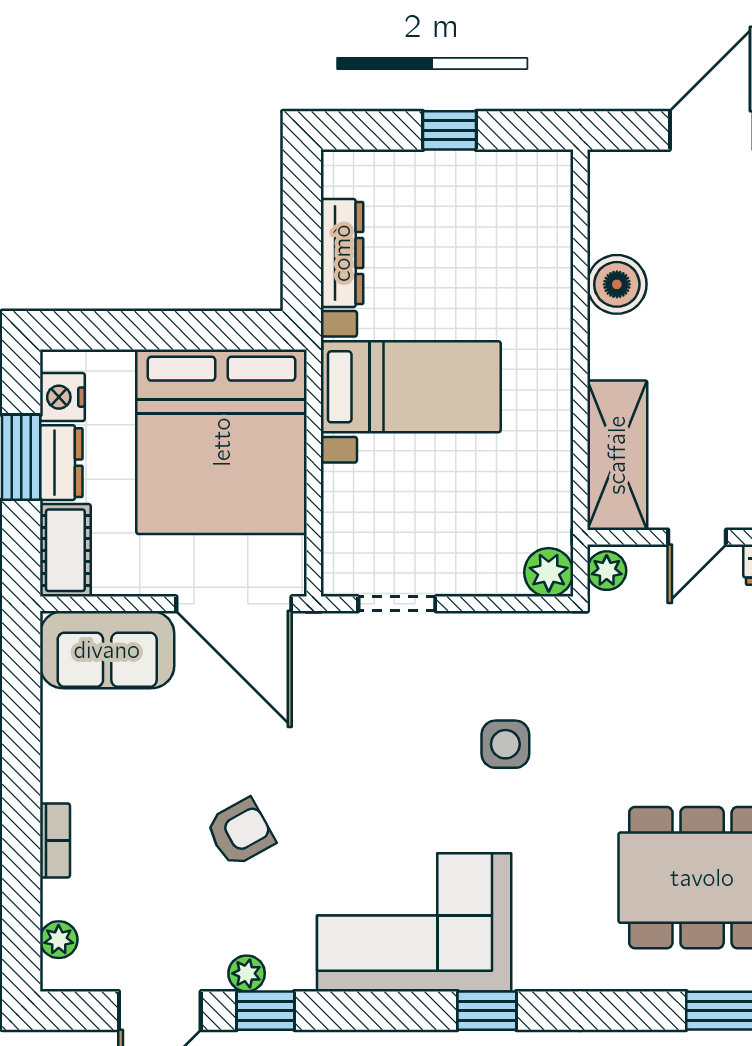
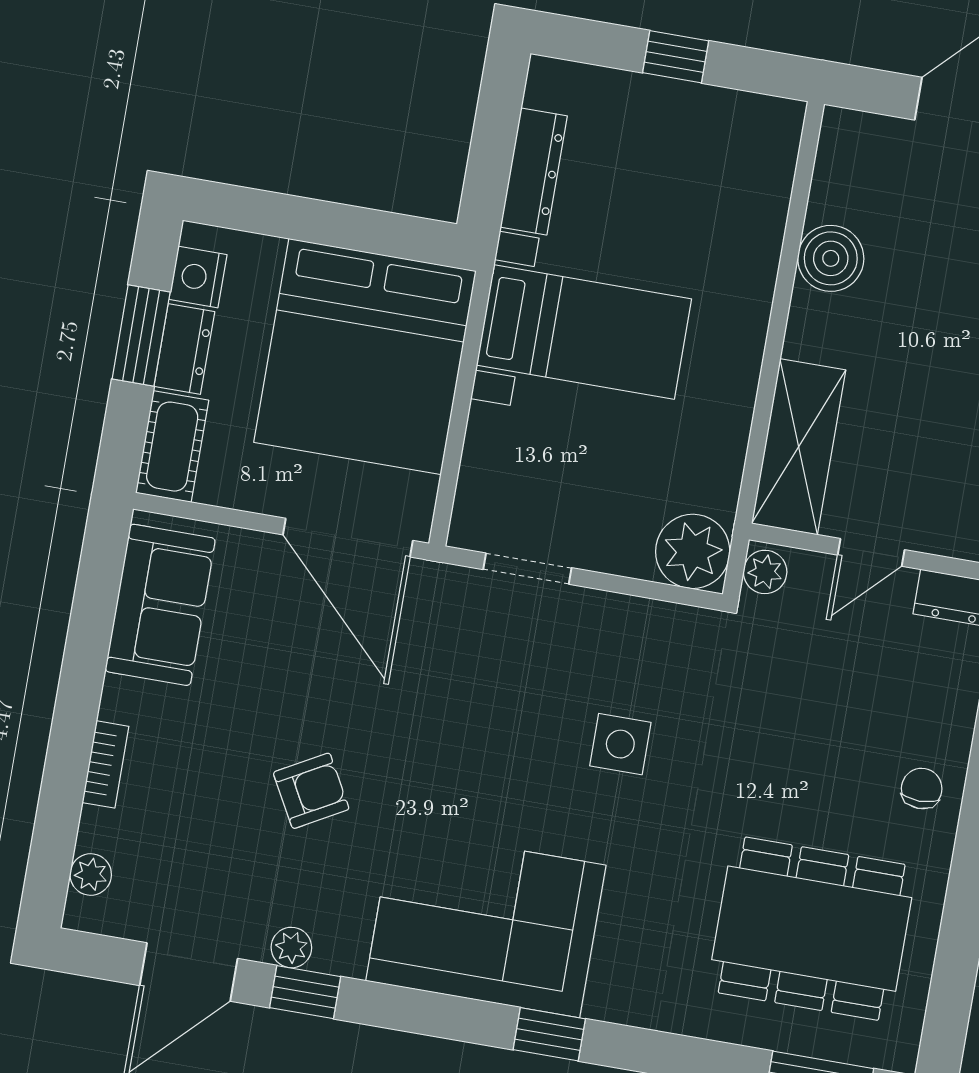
plant: (549, 572) -> (693, 551), width x1.36, depth x1.36
sofa: (107, 650) -> (160, 605), moved, turned -90

